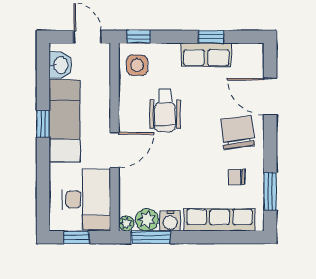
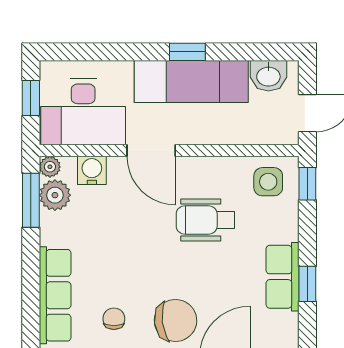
water cooler: (170, 221) -> (92, 170), moved, turned 90

